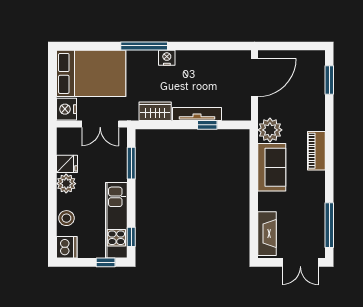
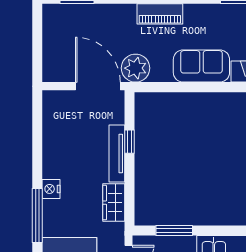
door: (255, 77) -> (98, 86), moved
sofa: (272, 167) -> (201, 66), moved

